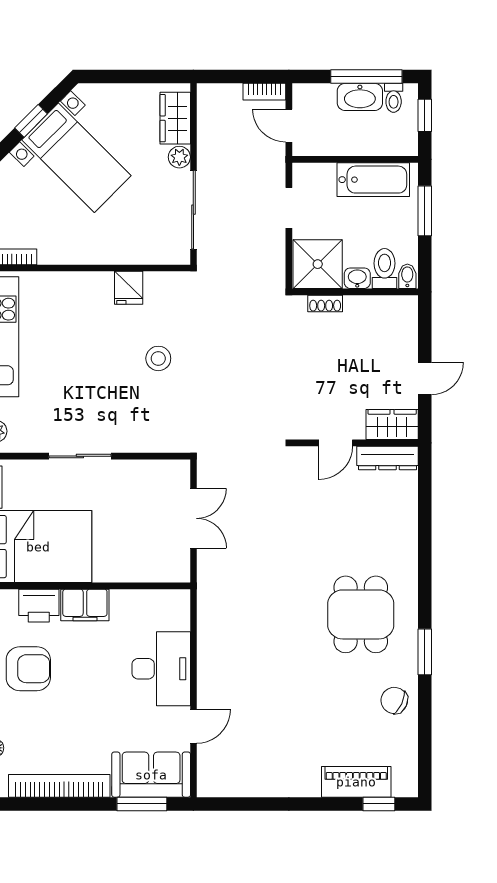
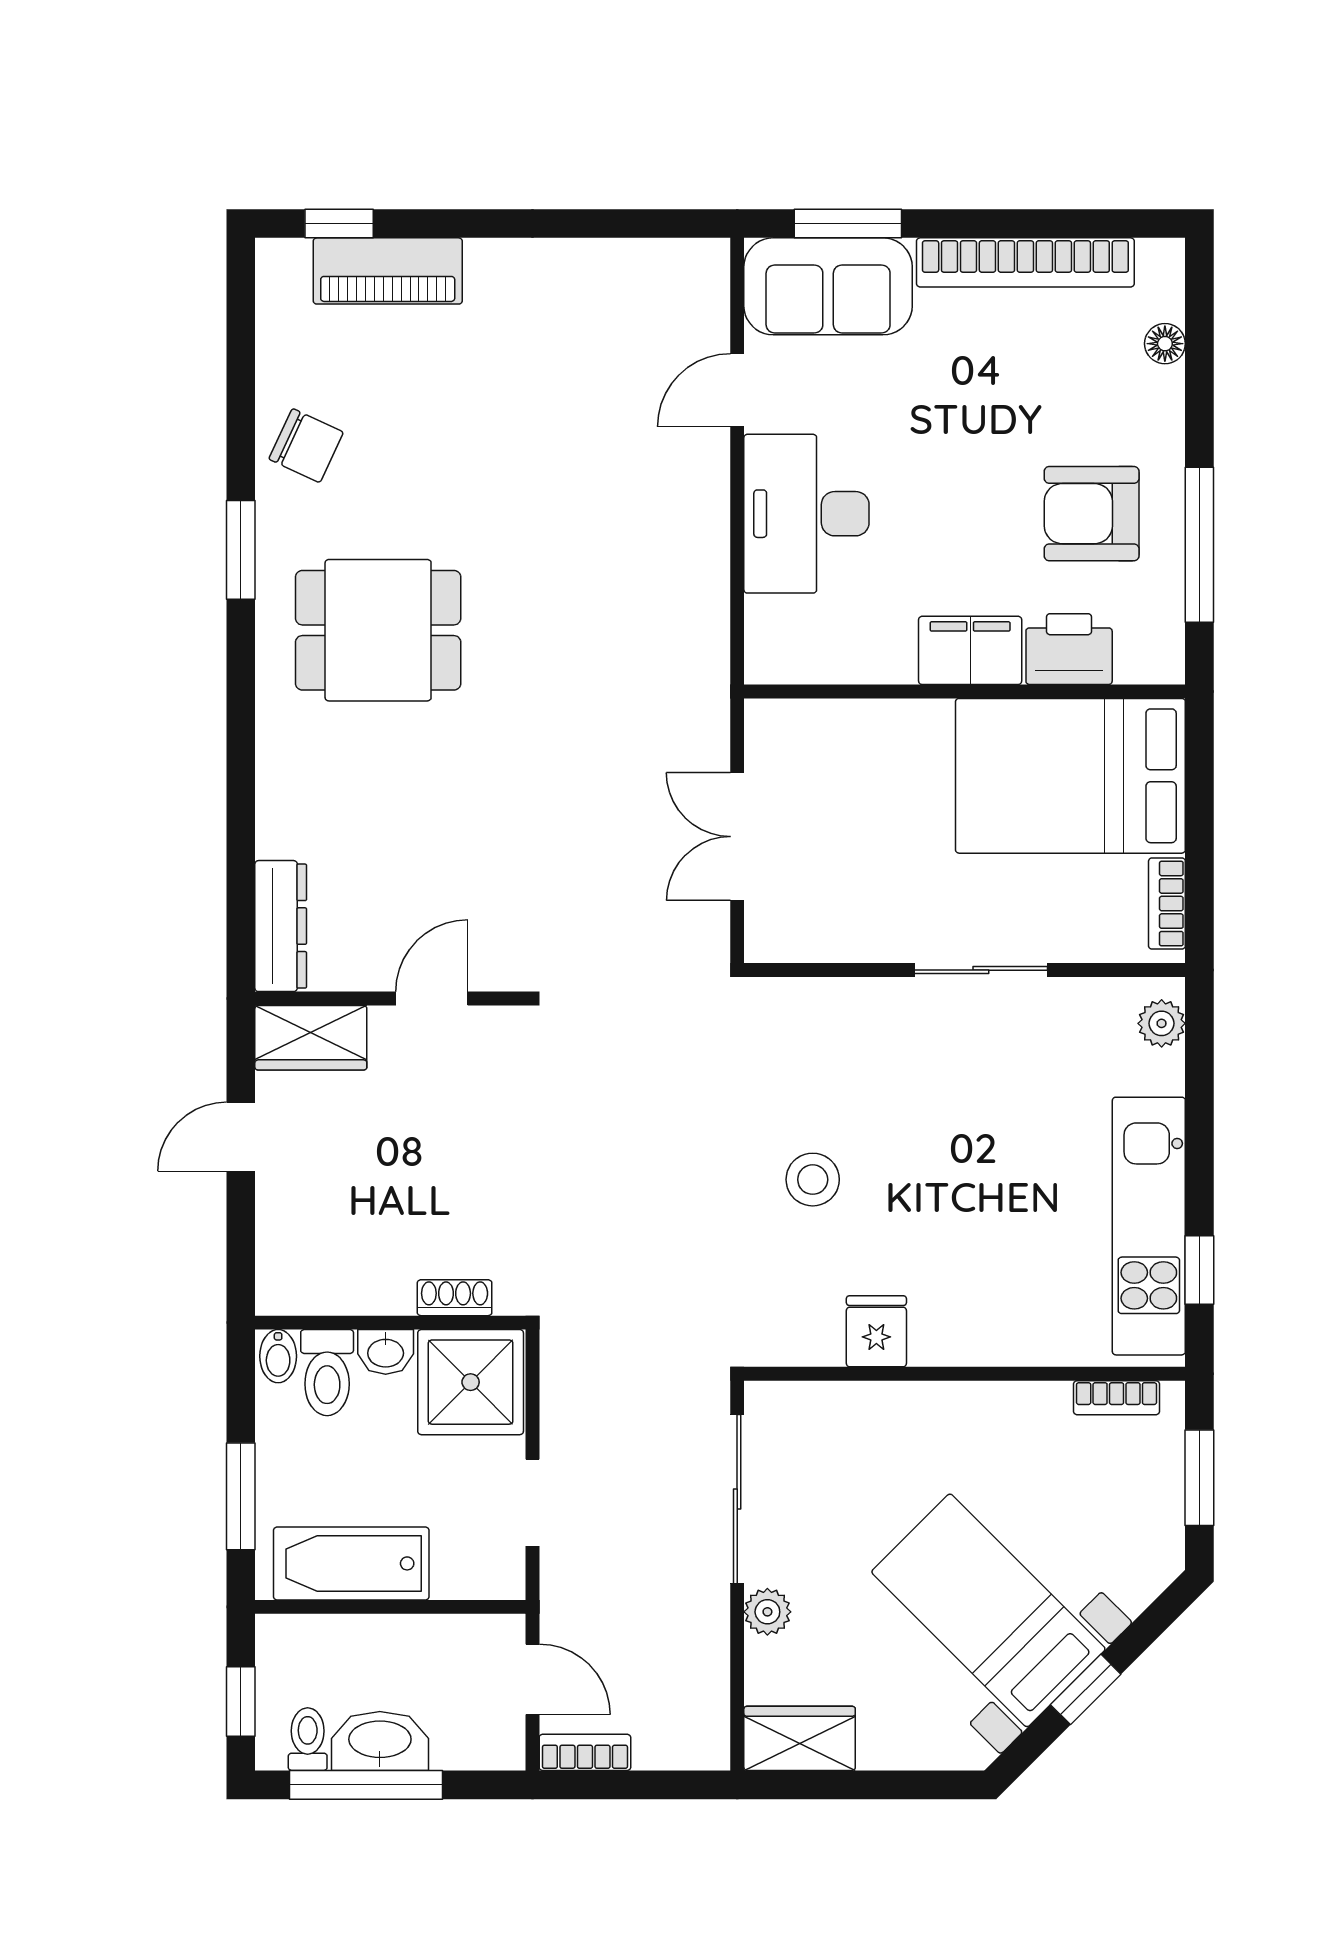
wardrobe: (175, 118) -> (800, 1738), moved, turned -90
dresser: (388, 458) -> (281, 926), moved, turned 90
dining table: (361, 614) -> (378, 630), turned 90

